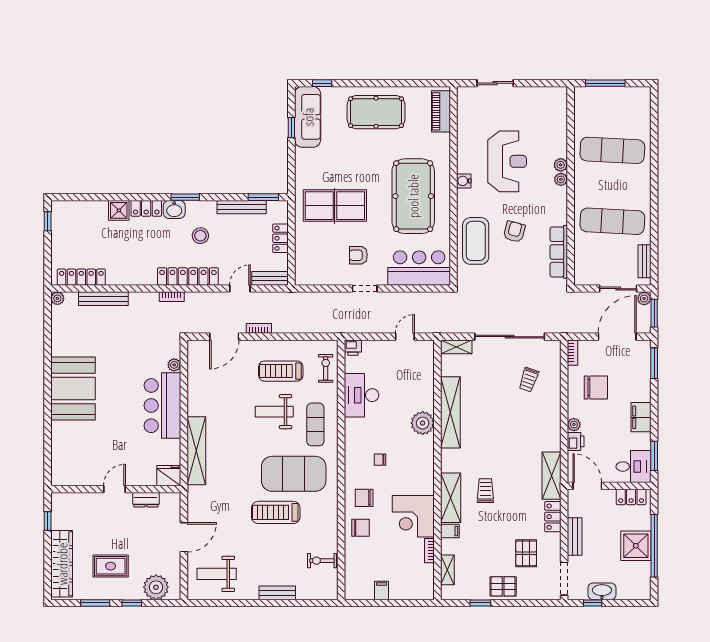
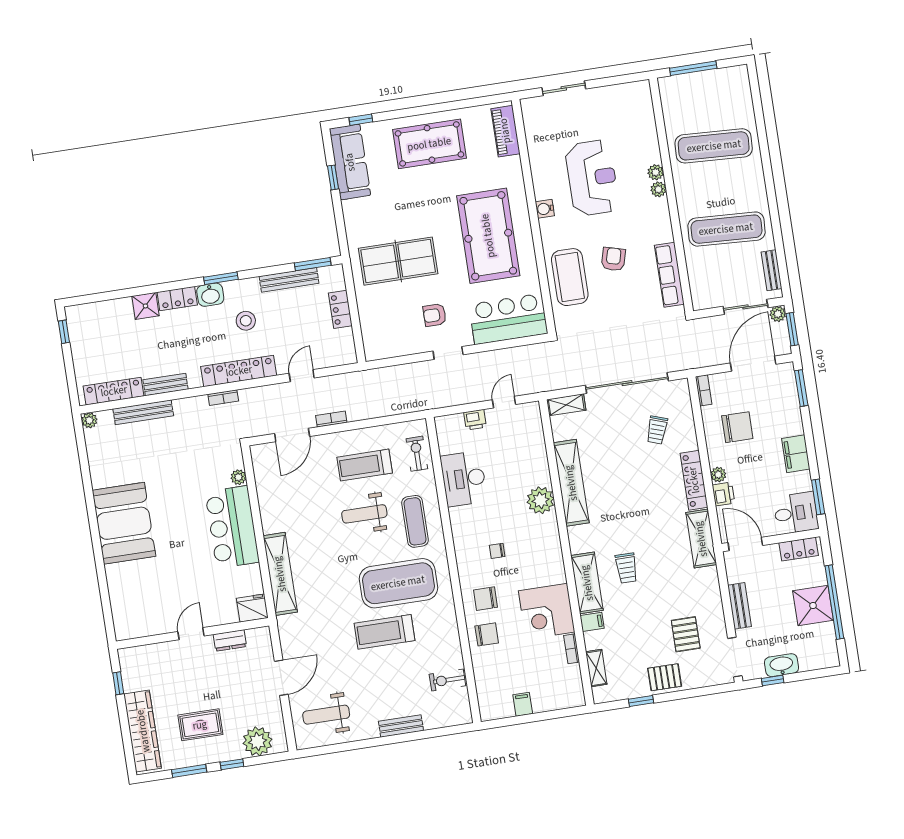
bench: (270, 278) -> (166, 385), moved
printer: (353, 348) -> (475, 420), moved
trolley: (485, 491) -> (626, 568), turned 180
locker: (553, 517) -> (694, 480), moved, width x1.53

